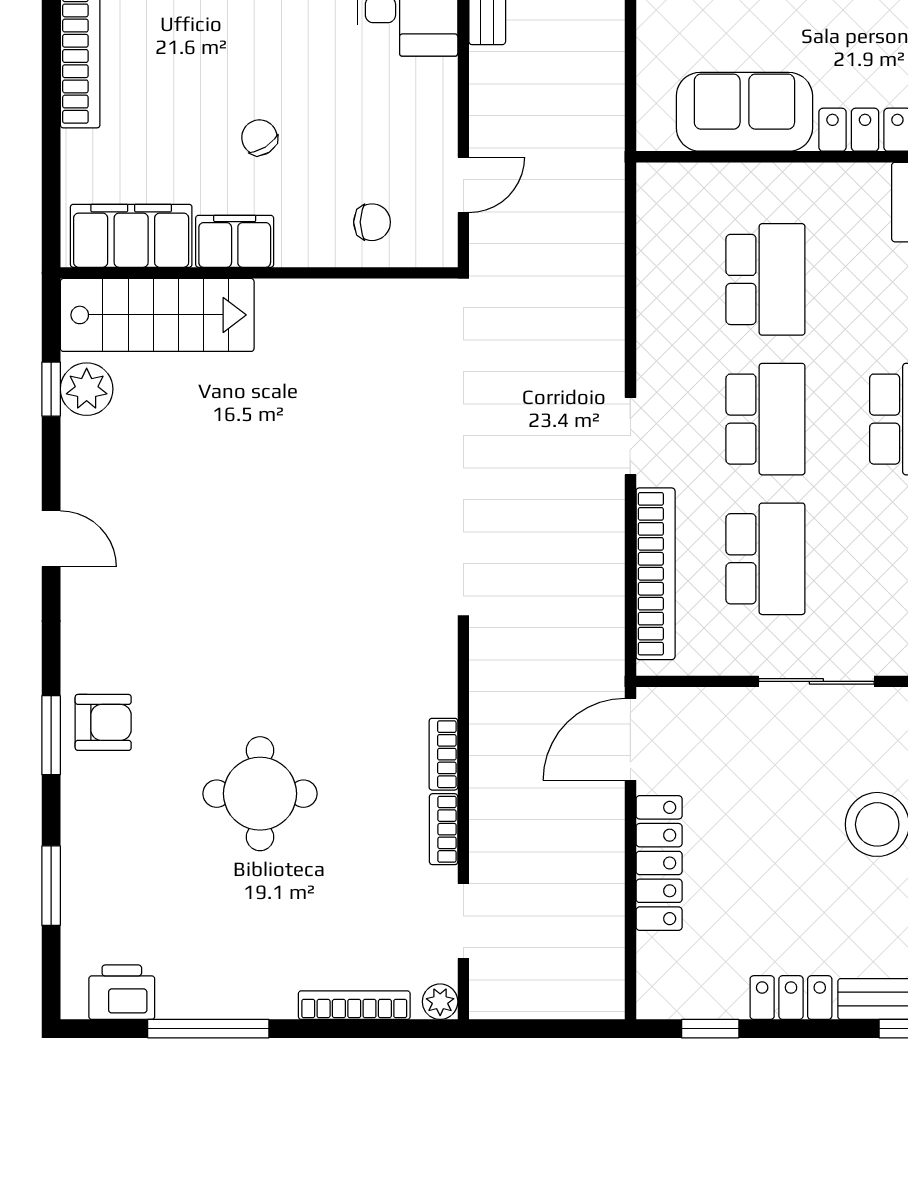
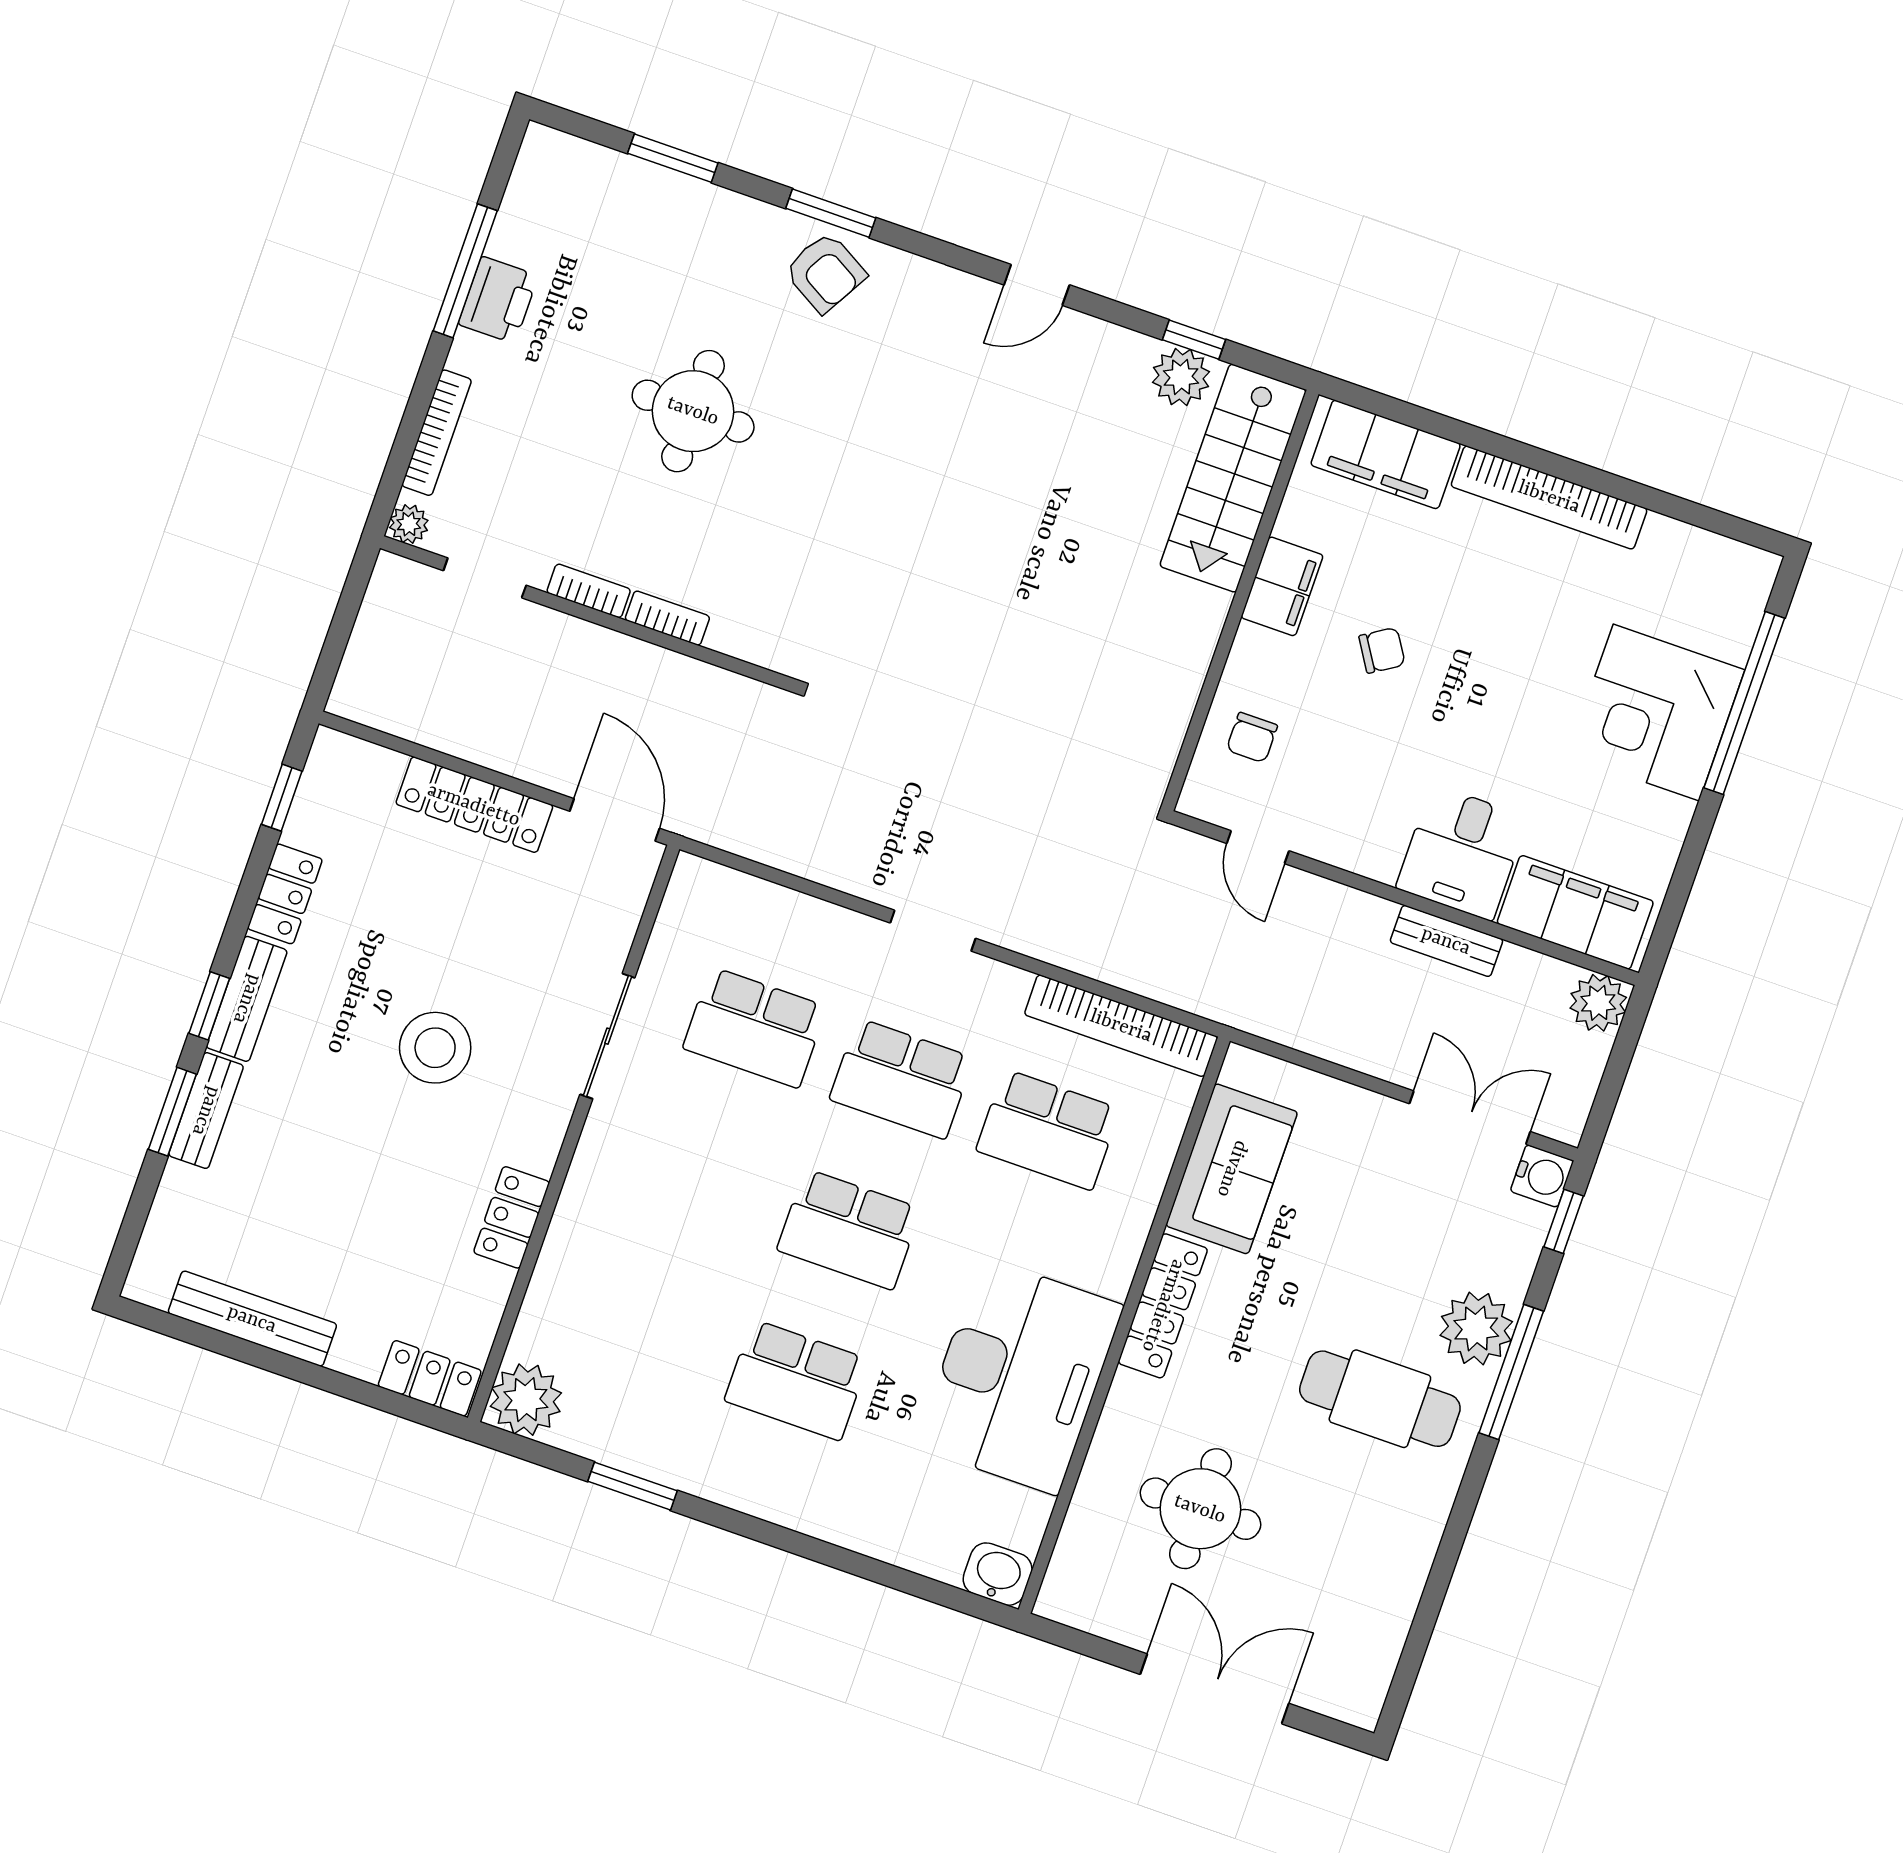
filing cabinet: (131, 236) -> (1386, 454), moved, turned 90
bookcase: (656, 574) -> (1121, 1026), moved
armchair: (103, 722) -> (825, 272), turned -60
printer: (122, 992) -> (498, 300), moved

